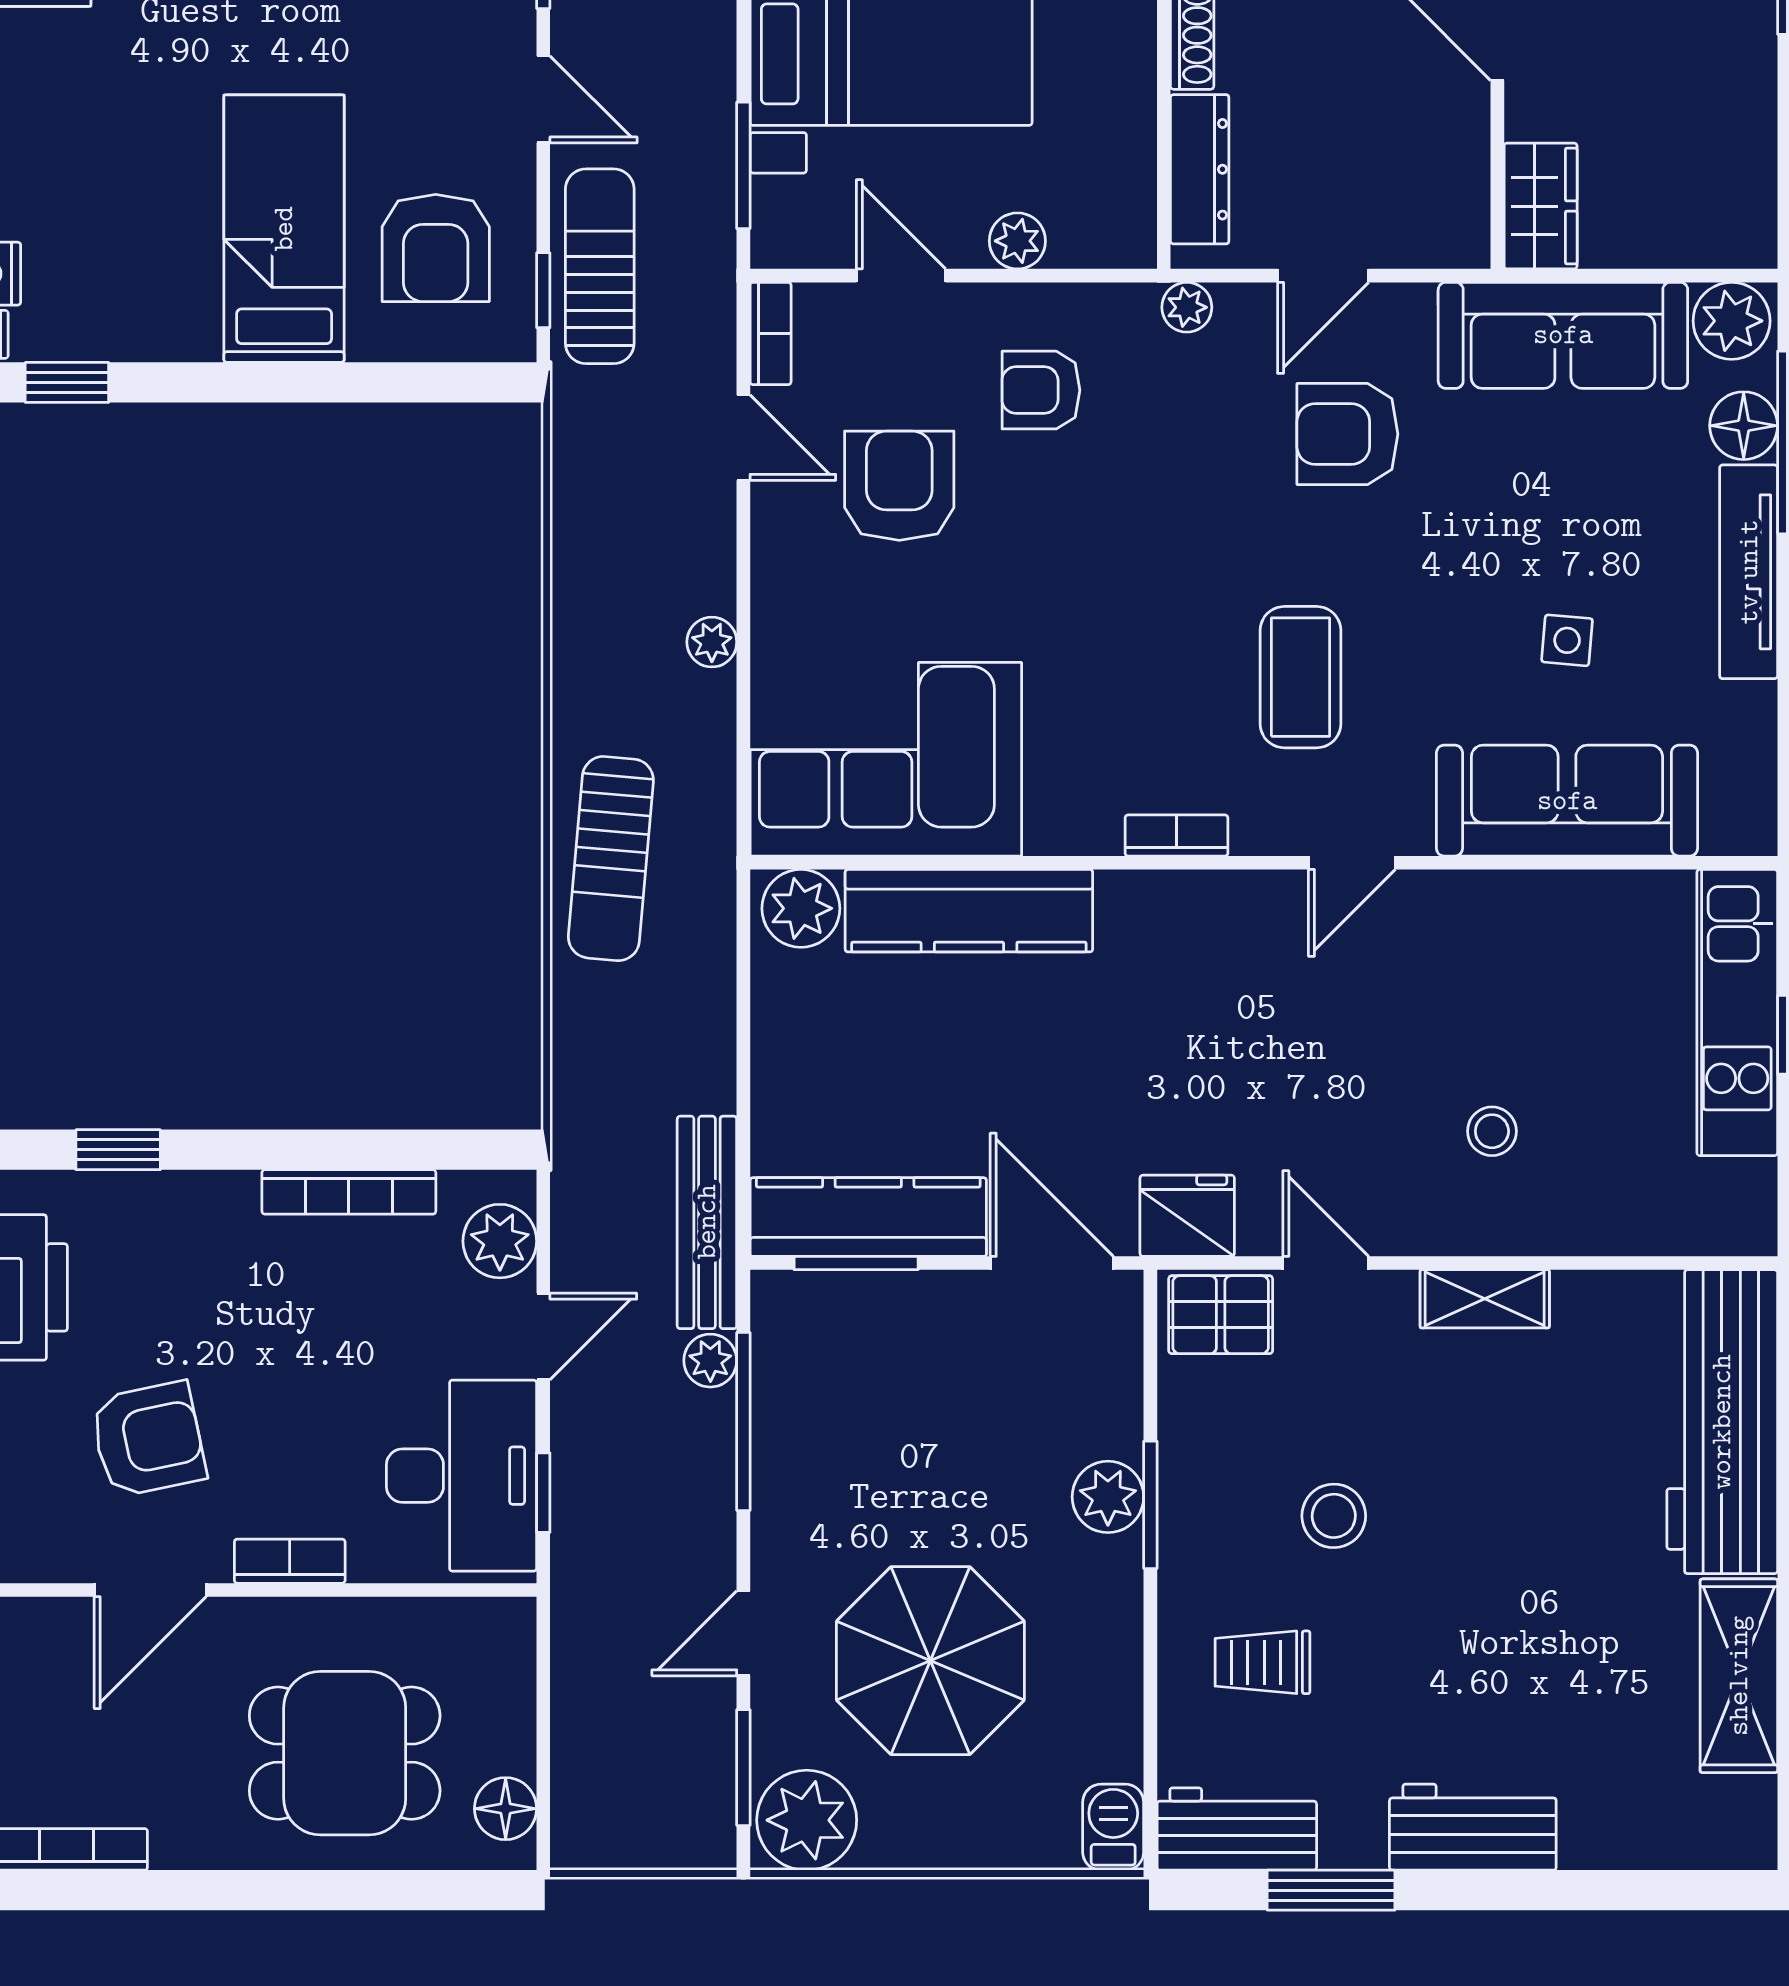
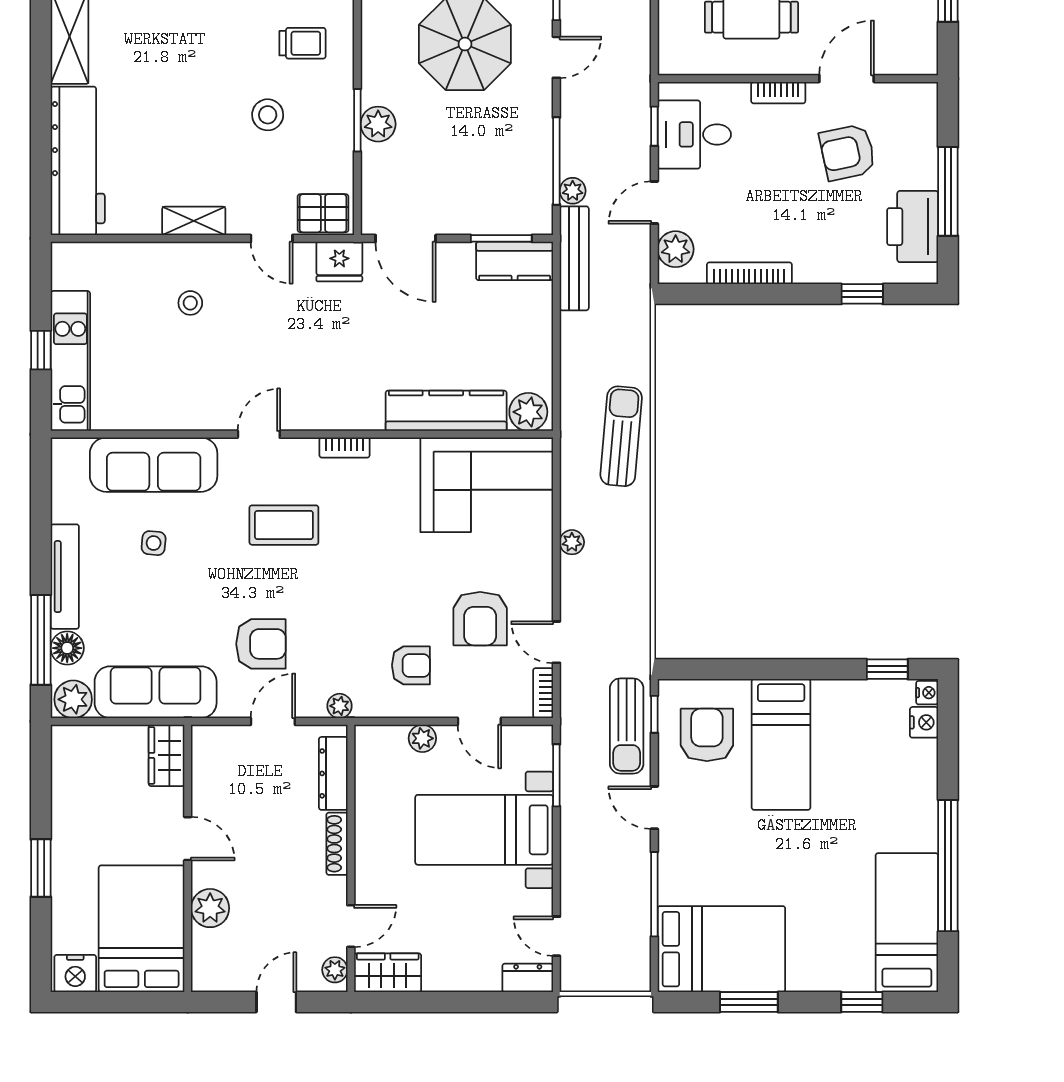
coffee table: (1300, 677) -> (284, 525), turned 90
kitchen counter: (868, 1217) -> (515, 261), width x0.67
desk: (462, 1476) -> (694, 134), width x0.73

